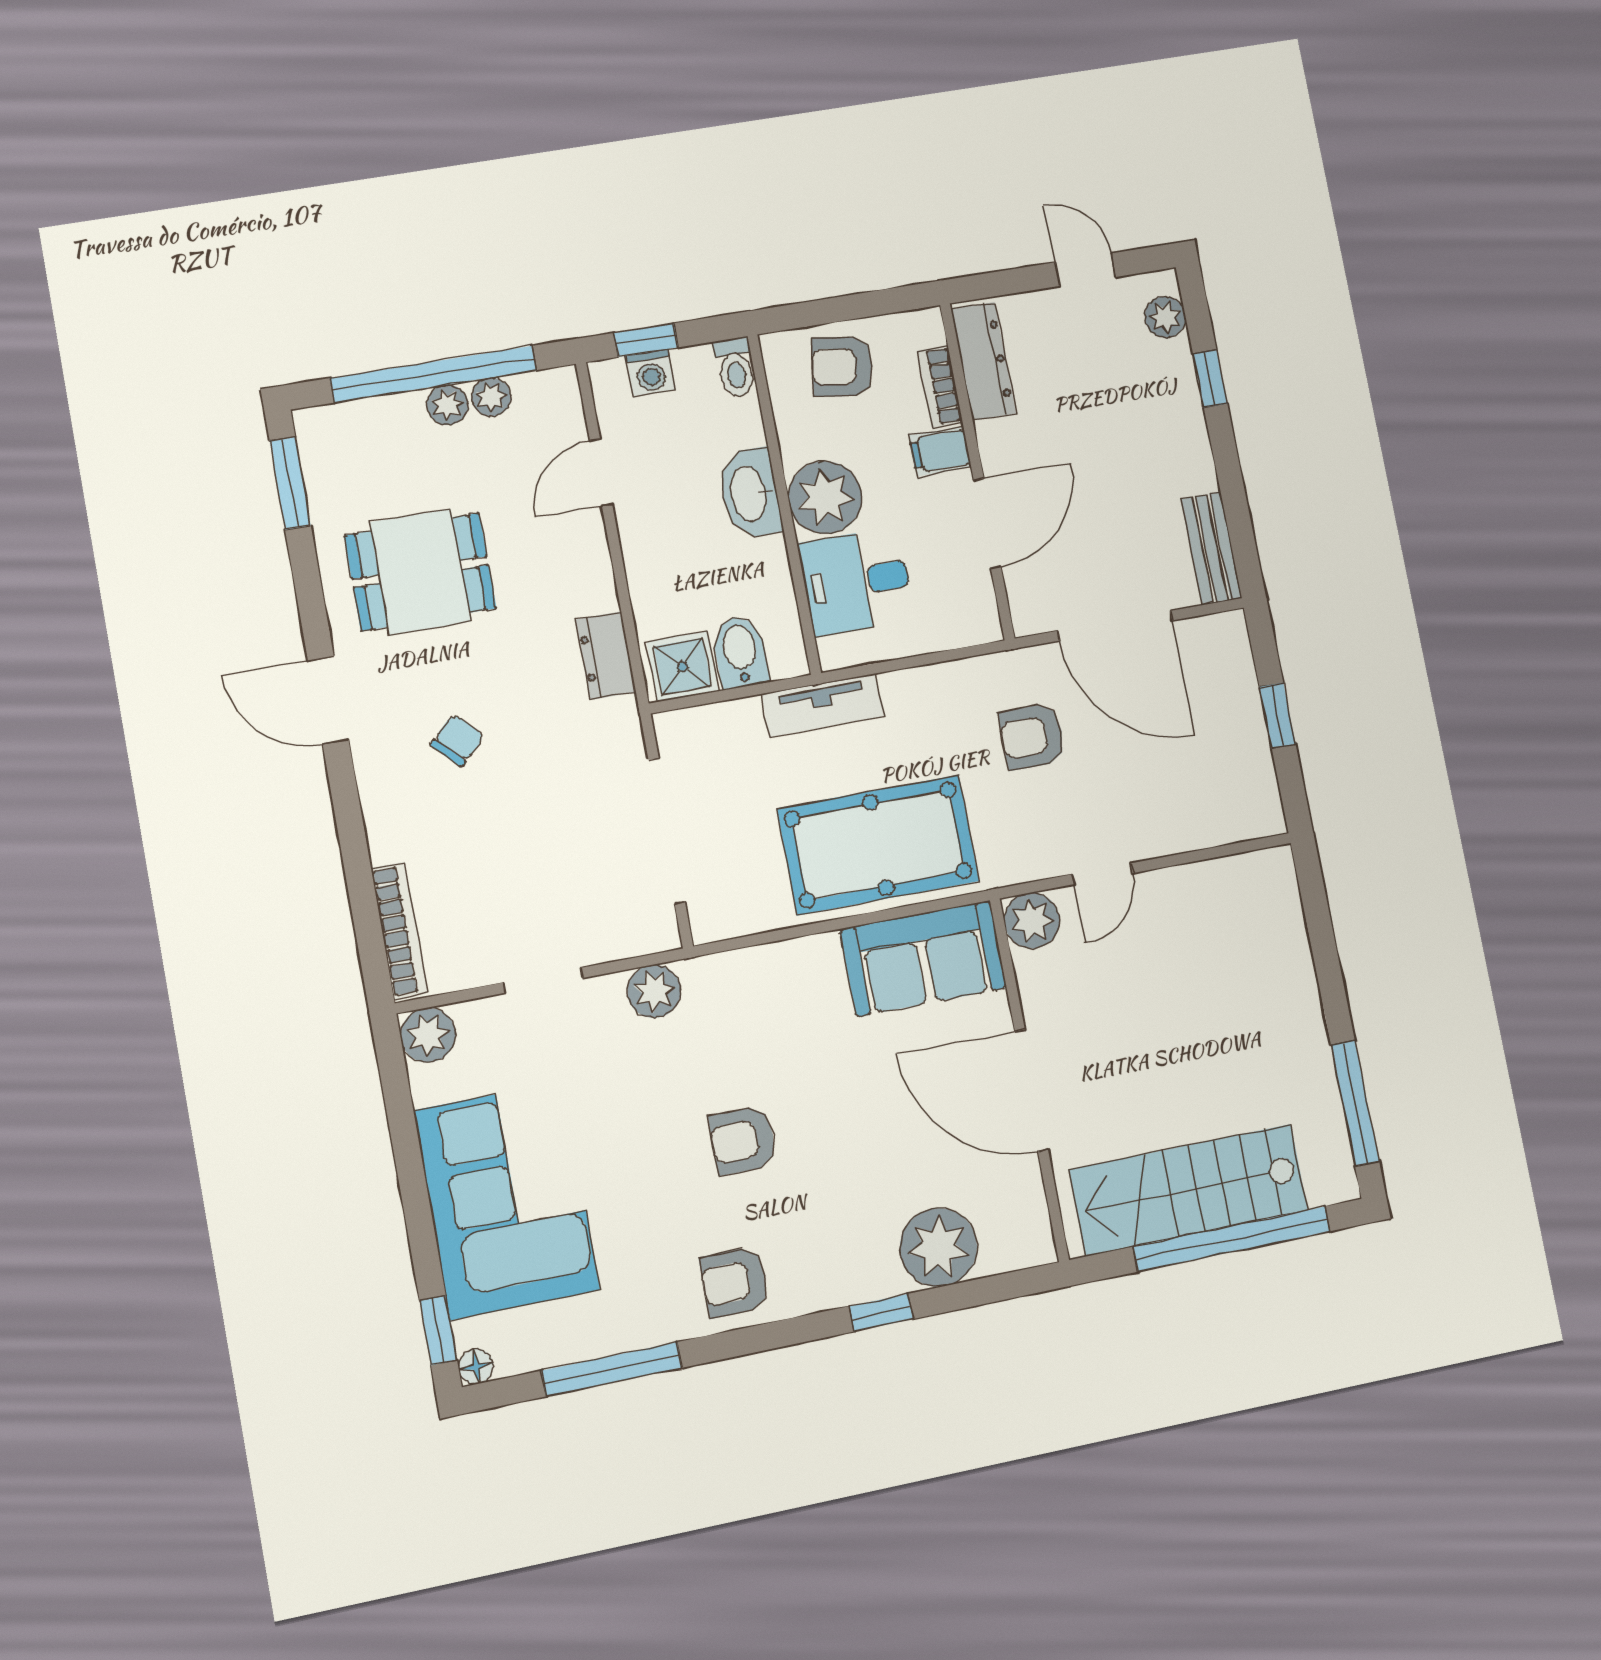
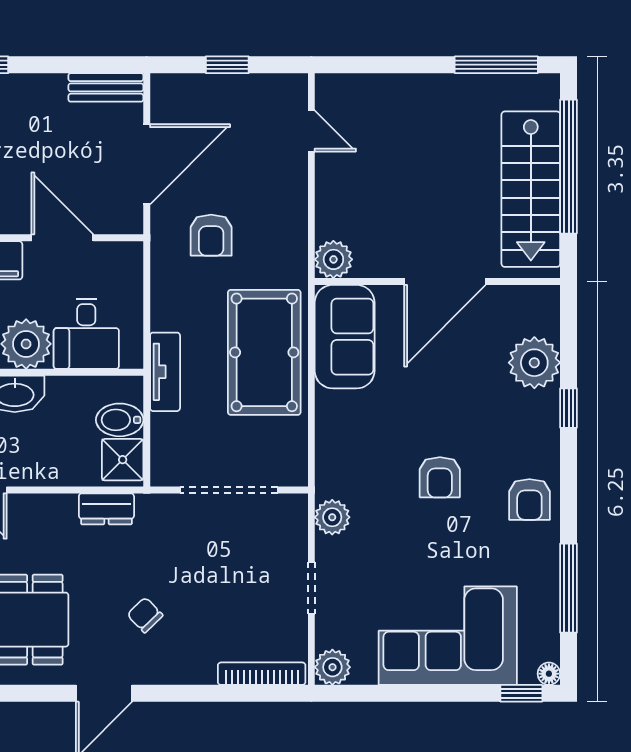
door: (1102, 874) -> (311, 131), moved

